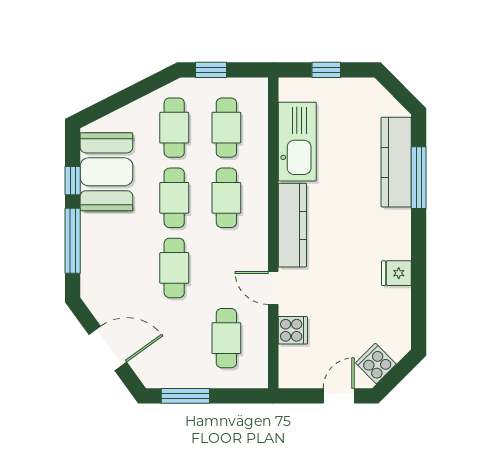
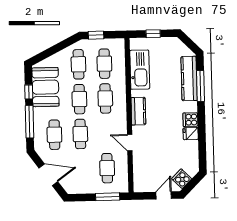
kitchen counter: (292, 225) -> (138, 111), width x0.67
cafe table: (122, 268) -> (54, 135), added
cooker: (293, 330) -> (190, 120), moved, turned 180
window: (185, 396) -> (108, 197), moved

